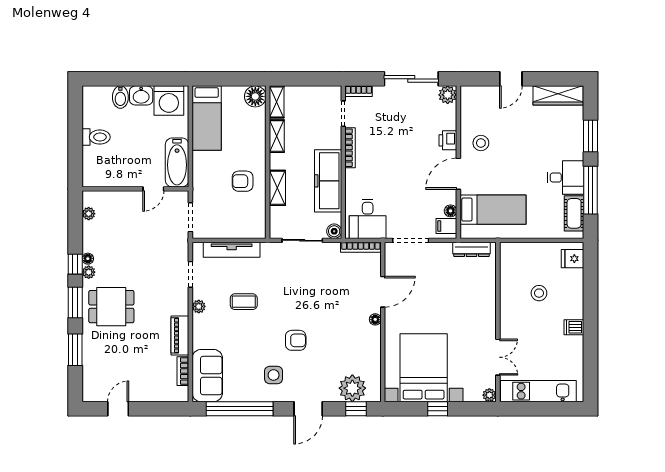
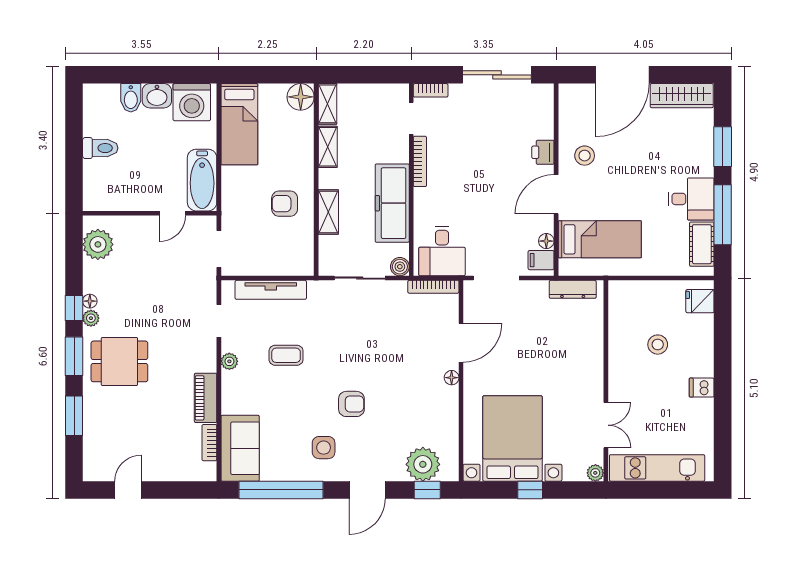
door: (511, 79) -> (622, 75), width x1.88
plant: (448, 95) -> (543, 95), removed
plant: (89, 214) -> (98, 244), width x1.88, depth x1.88

